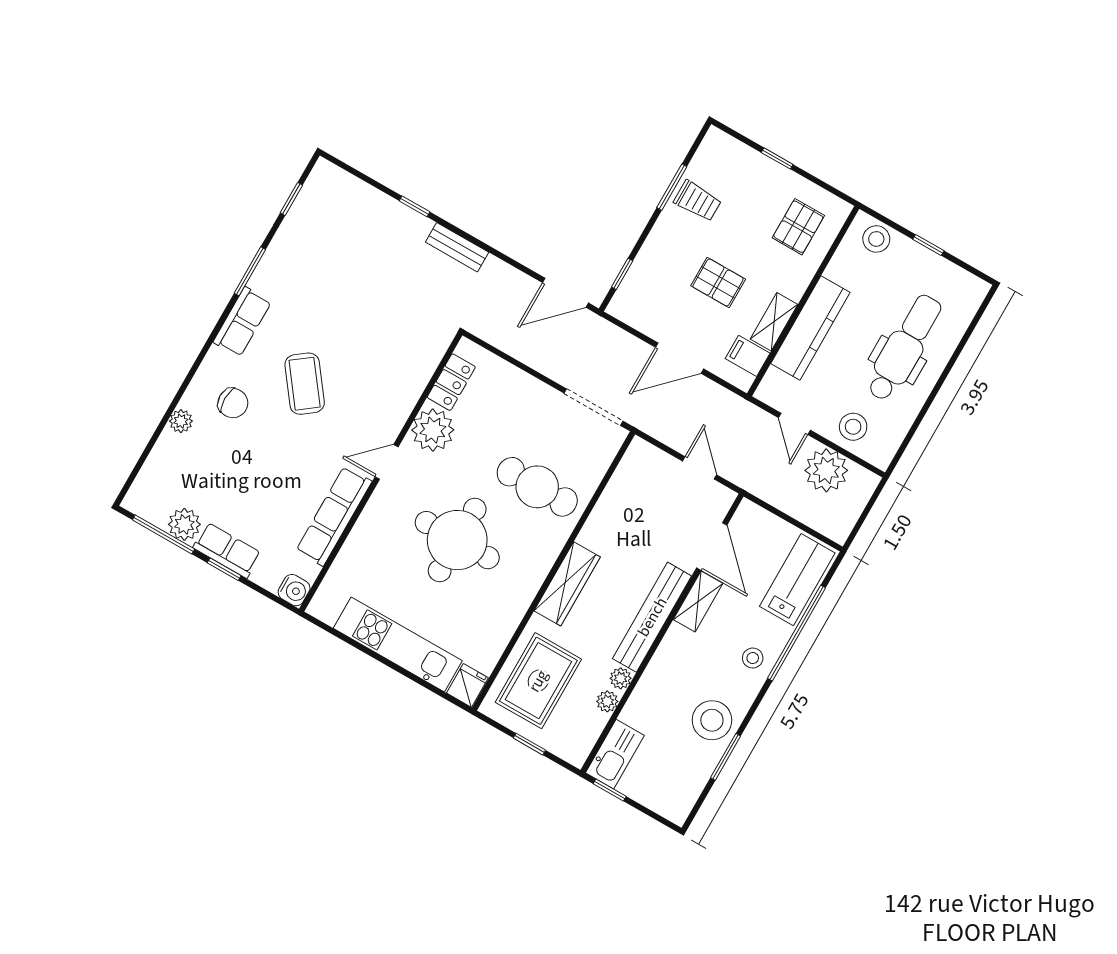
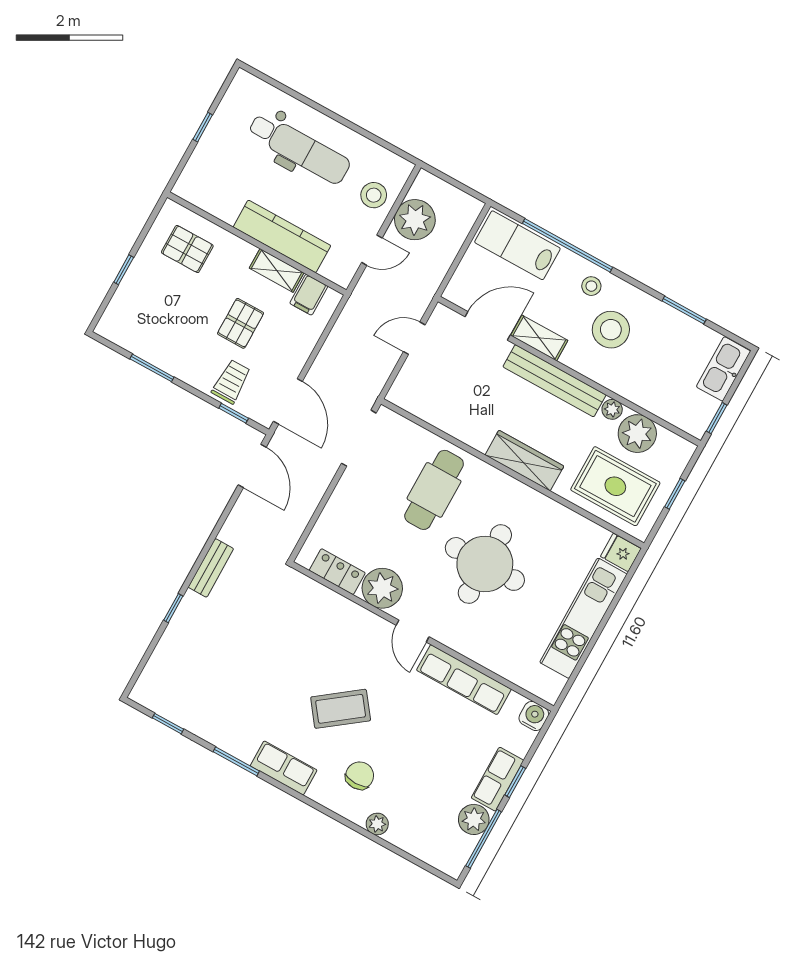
trolley: (697, 201) -> (231, 382), moved
stool: (876, 239) -> (198, 176), removed
dental chair: (904, 348) -> (299, 148), turned 180
door: (680, 358) -> (288, 401), moved
plant: (607, 701) -> (637, 434), width x1.88, depth x1.88
stool: (712, 720) -> (611, 330), moved
kitchen sink: (615, 754) -> (723, 369), moved, turned -90

